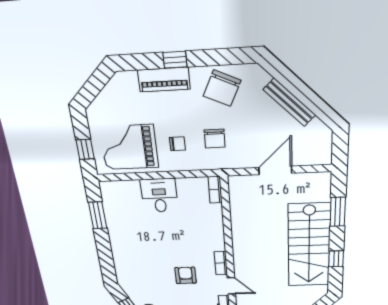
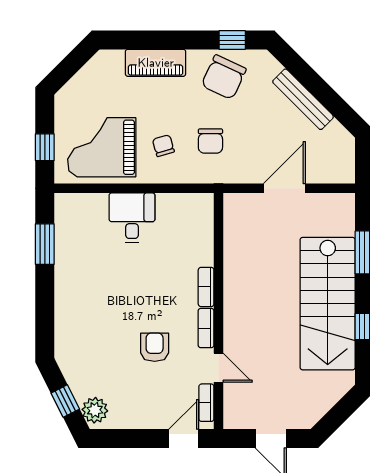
window: (175, 60) -> (232, 40), moved
chair: (177, 144) -> (163, 146), turned -106
bookcase: (215, 190) -> (206, 287), moved

